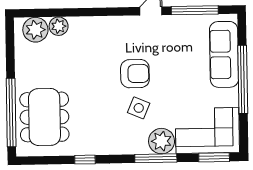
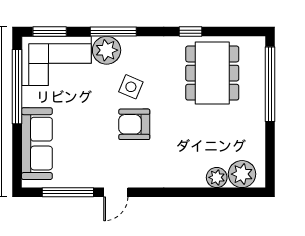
window: (243, 79) -> (17, 87), moved
dining table: (44, 117) -> (212, 73), moved

